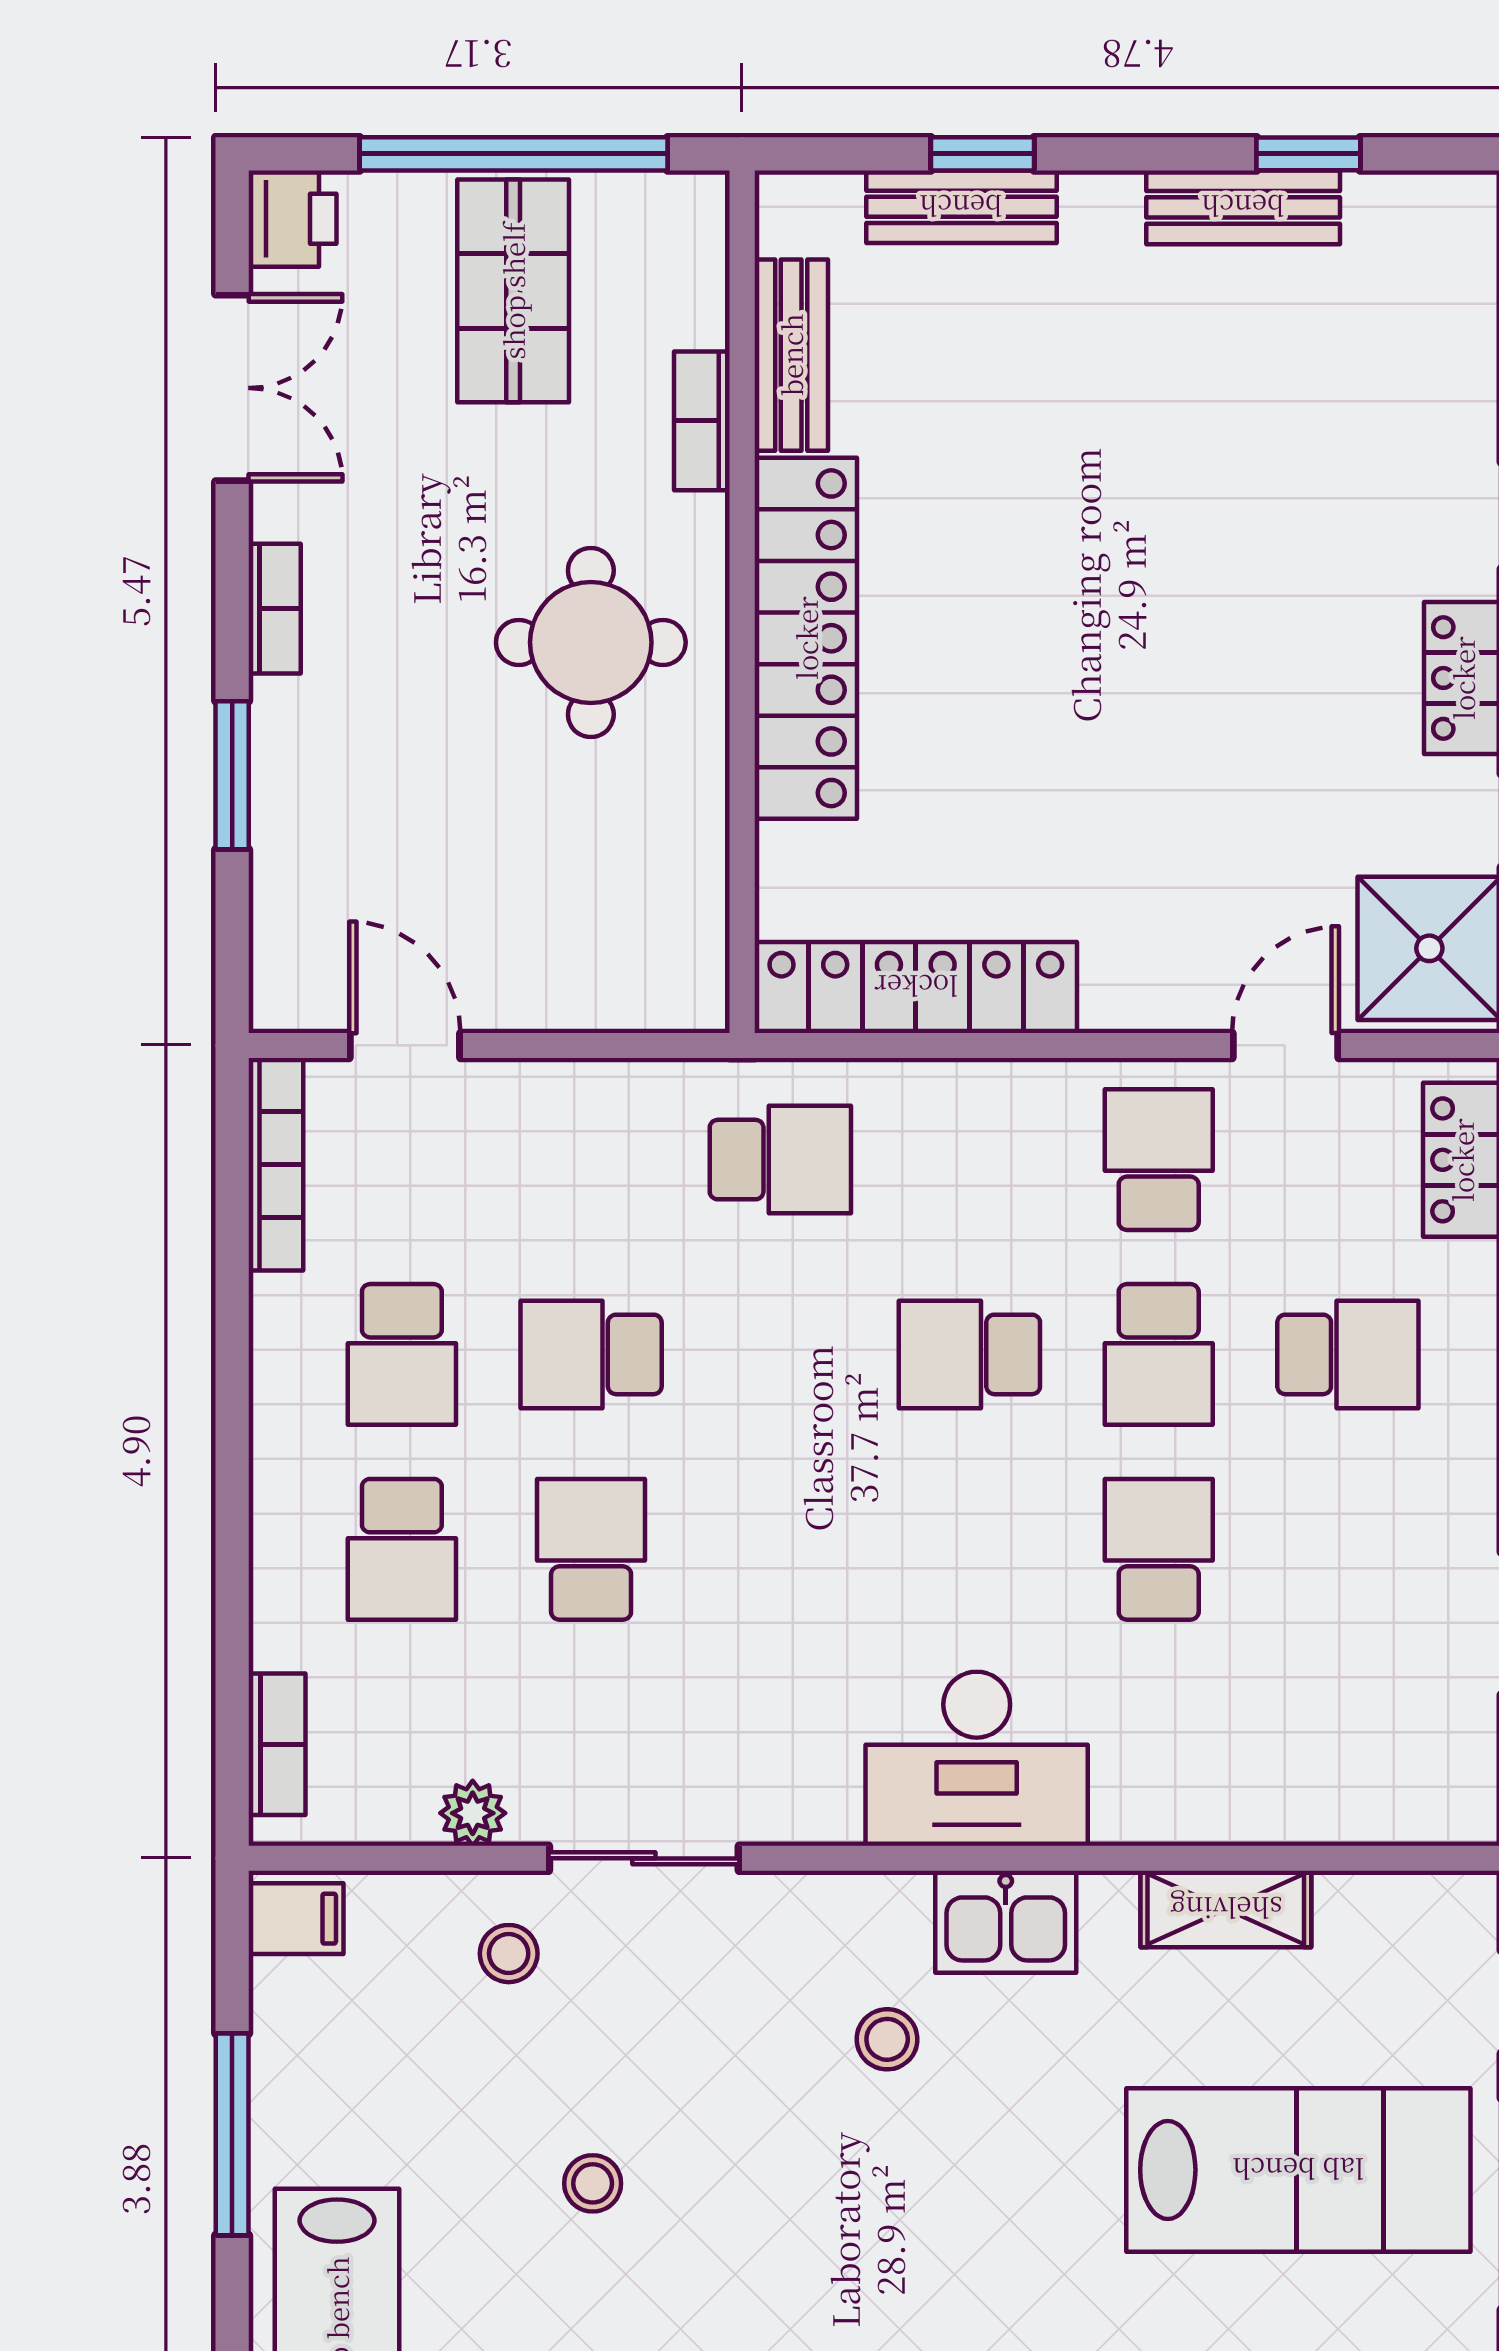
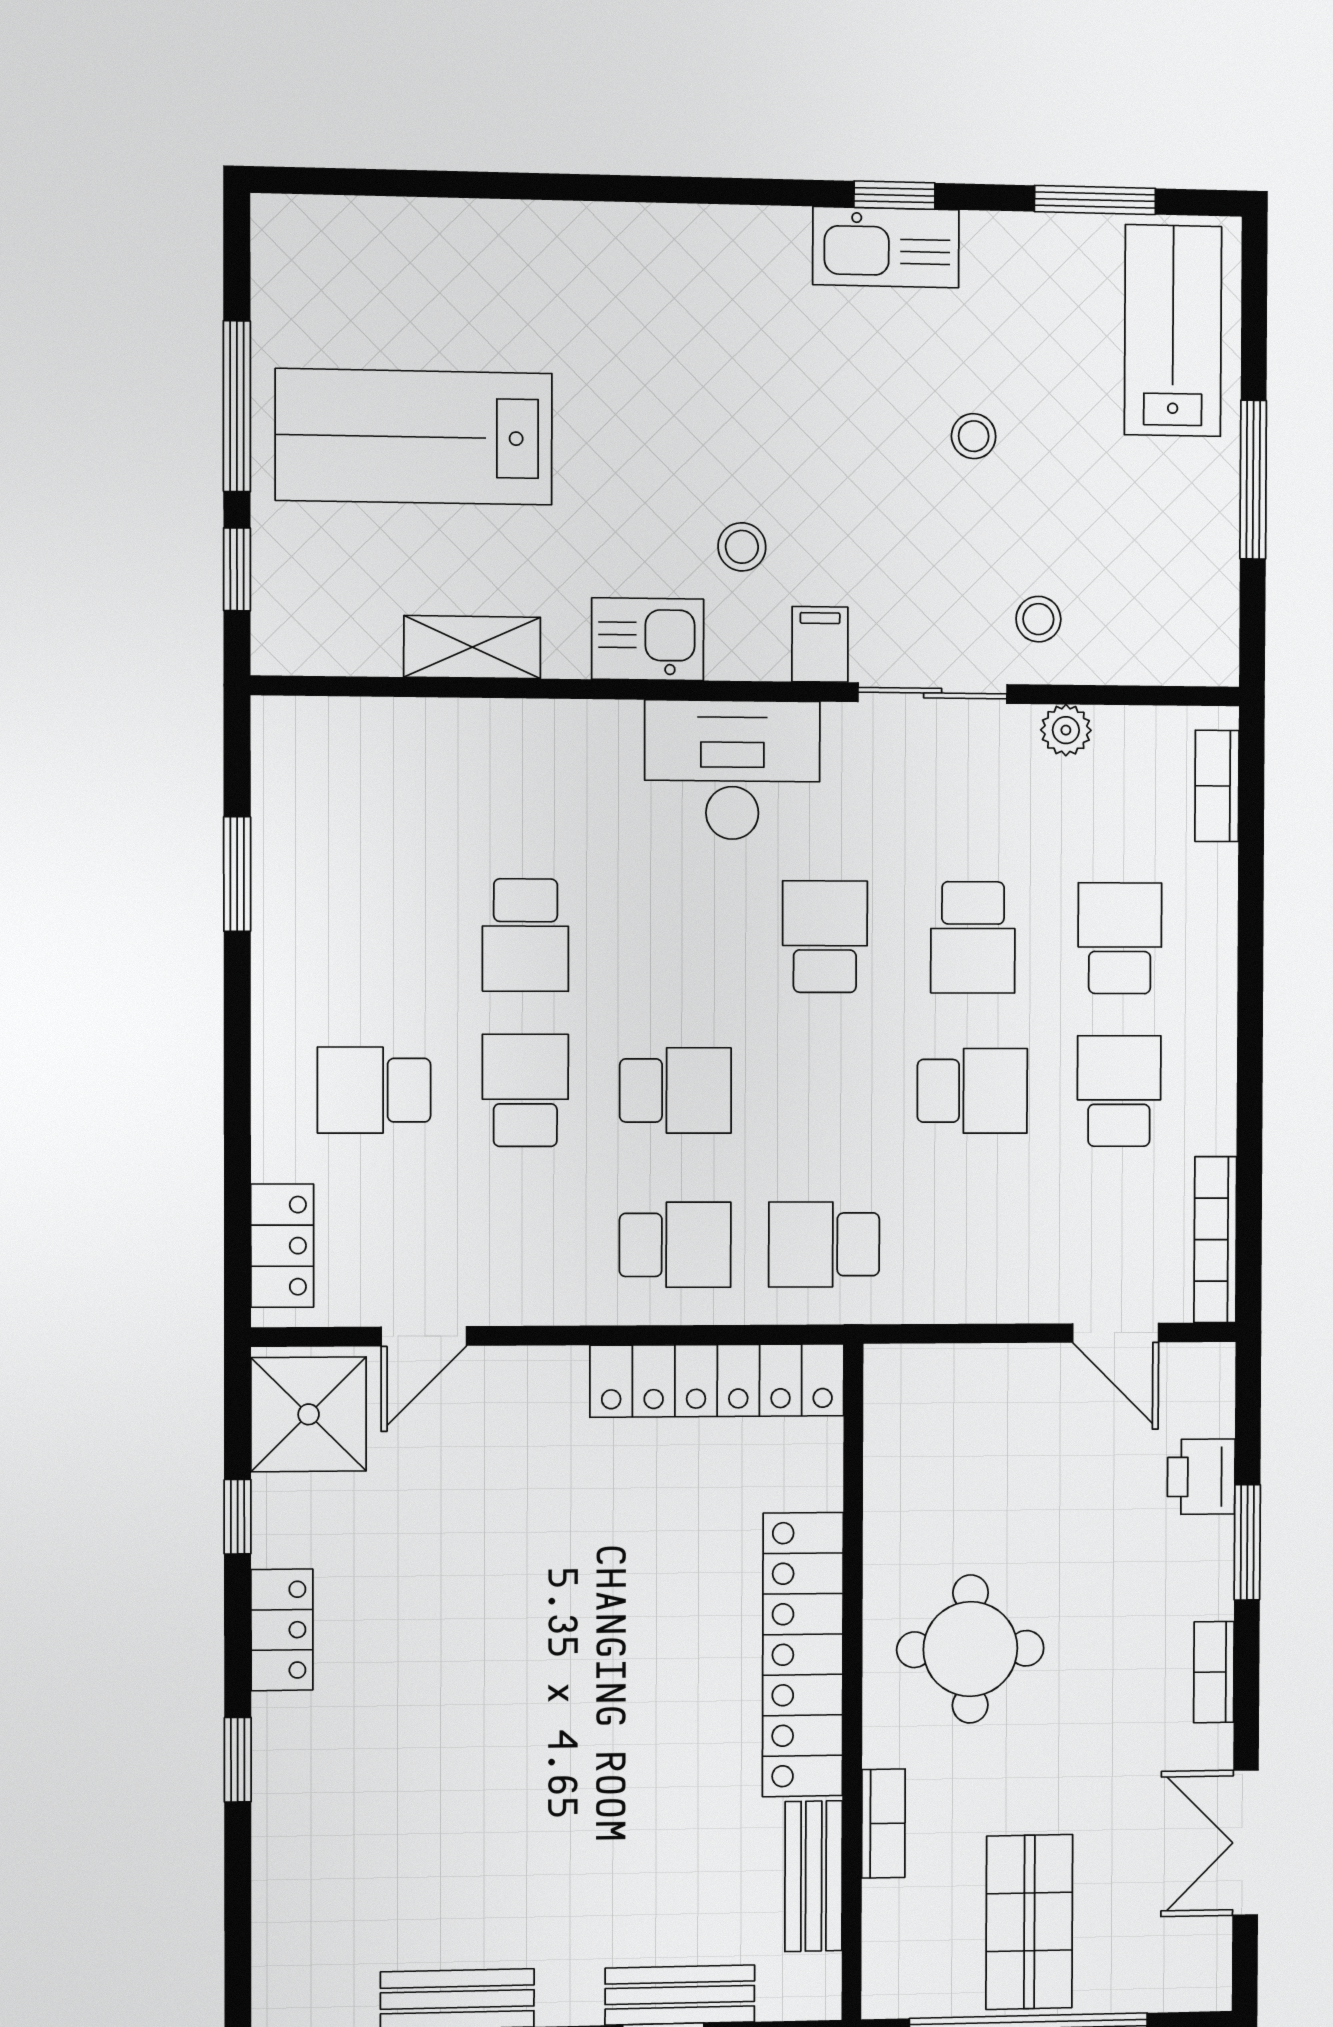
printer: (293, 219) -> (1201, 1477), moved
school desk: (1159, 1160) -> (675, 1245), moved, turned -90
school desk: (780, 1549) -> (825, 937), added
desk: (977, 1759) -> (732, 770), moved
filing cabinet: (296, 1919) -> (820, 644), moved, turned 90

